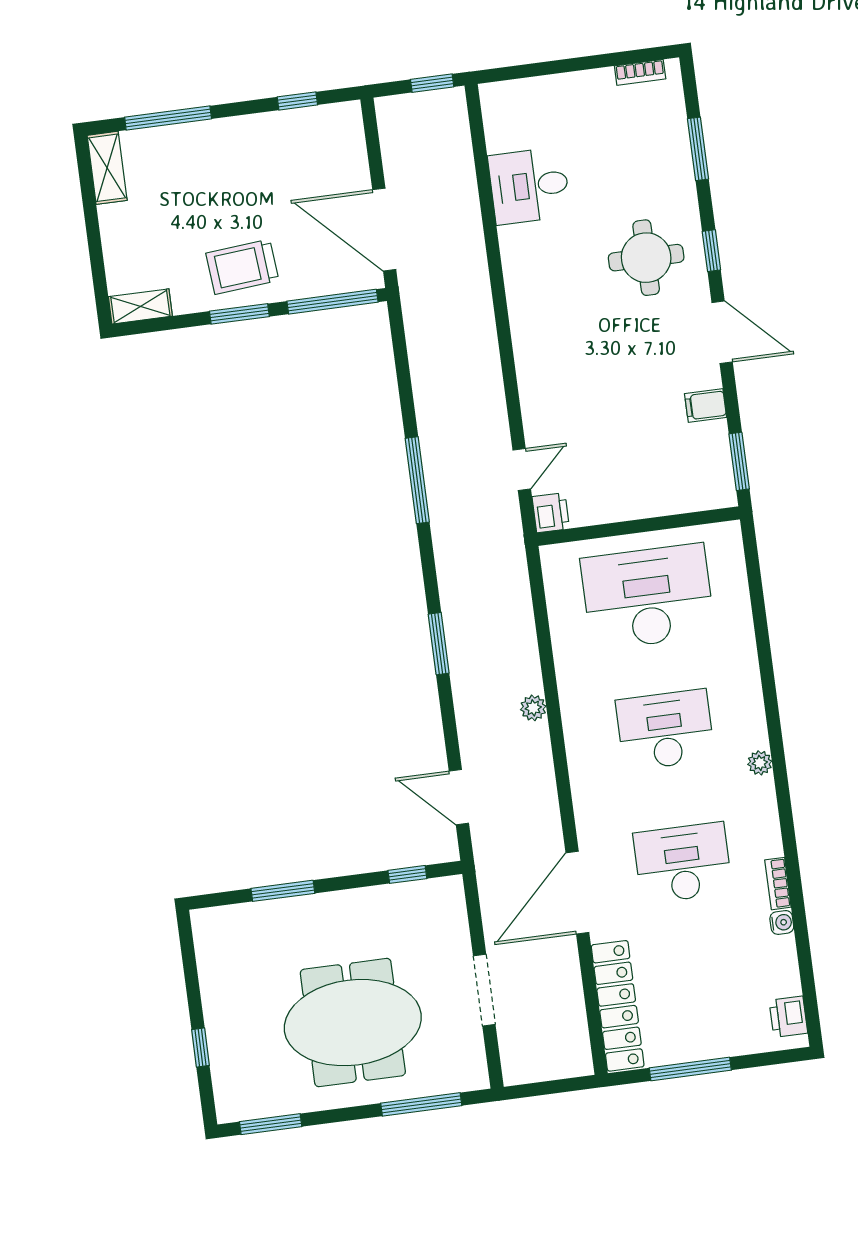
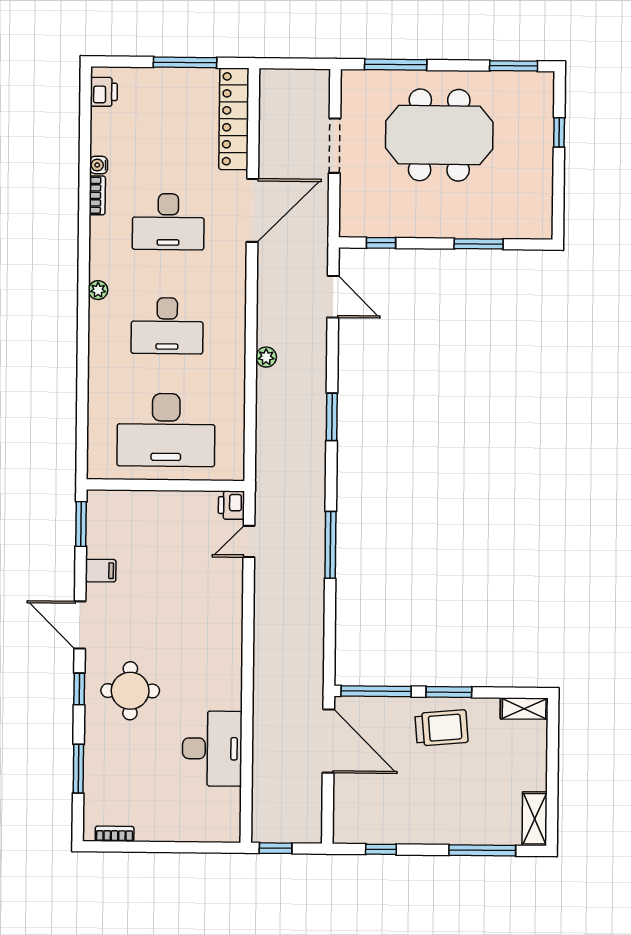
desk: (529, 186) -> (212, 749), width x1.37

